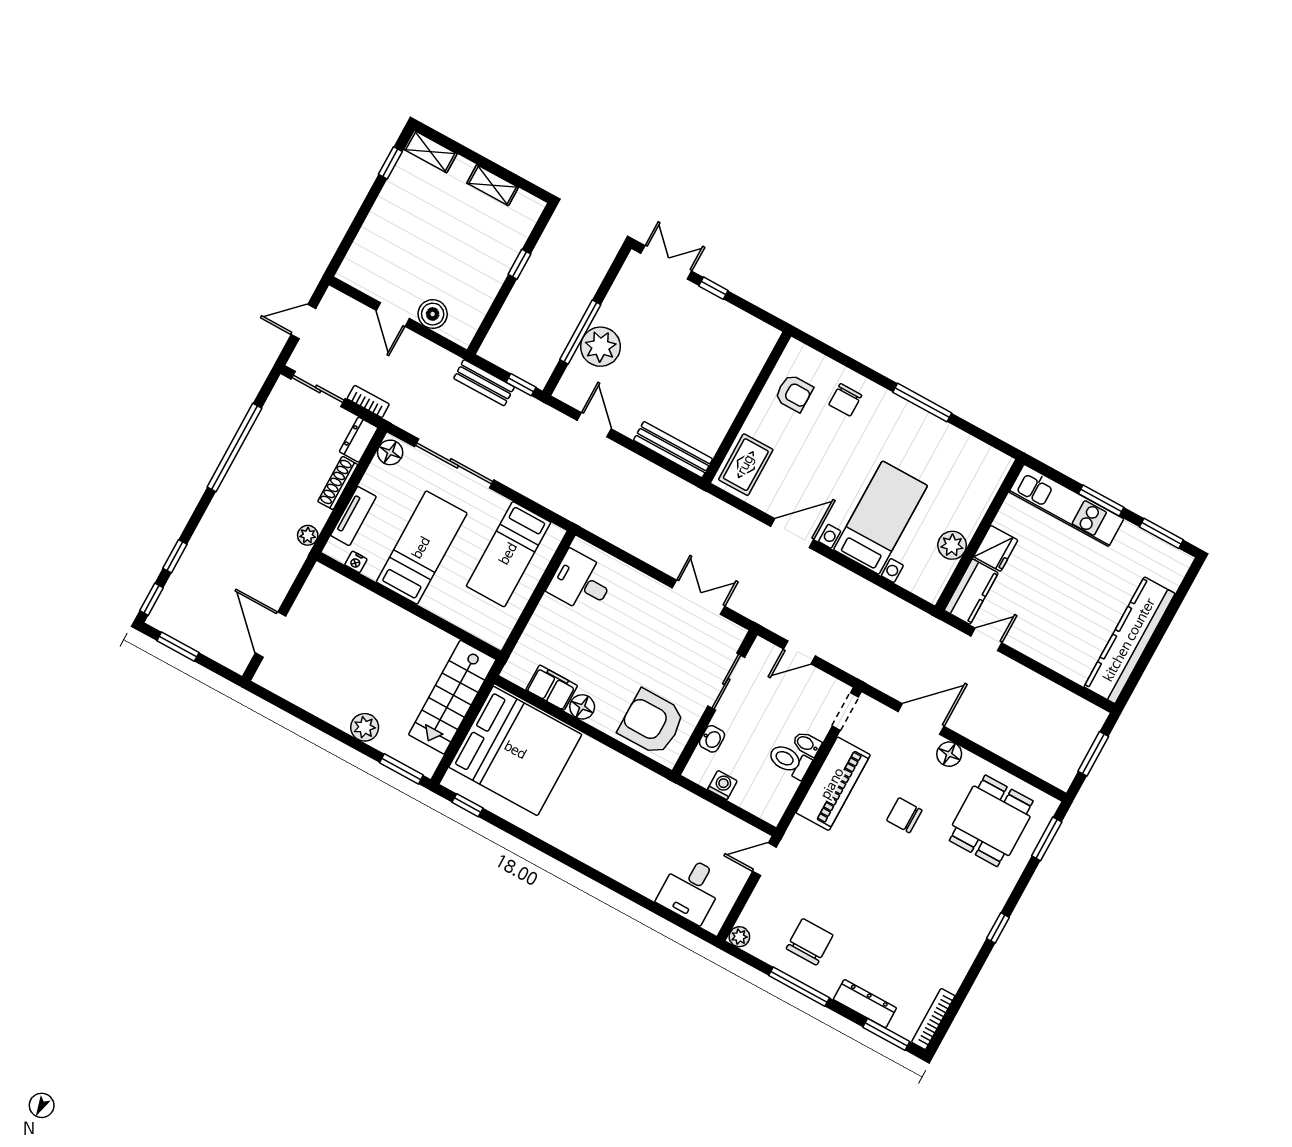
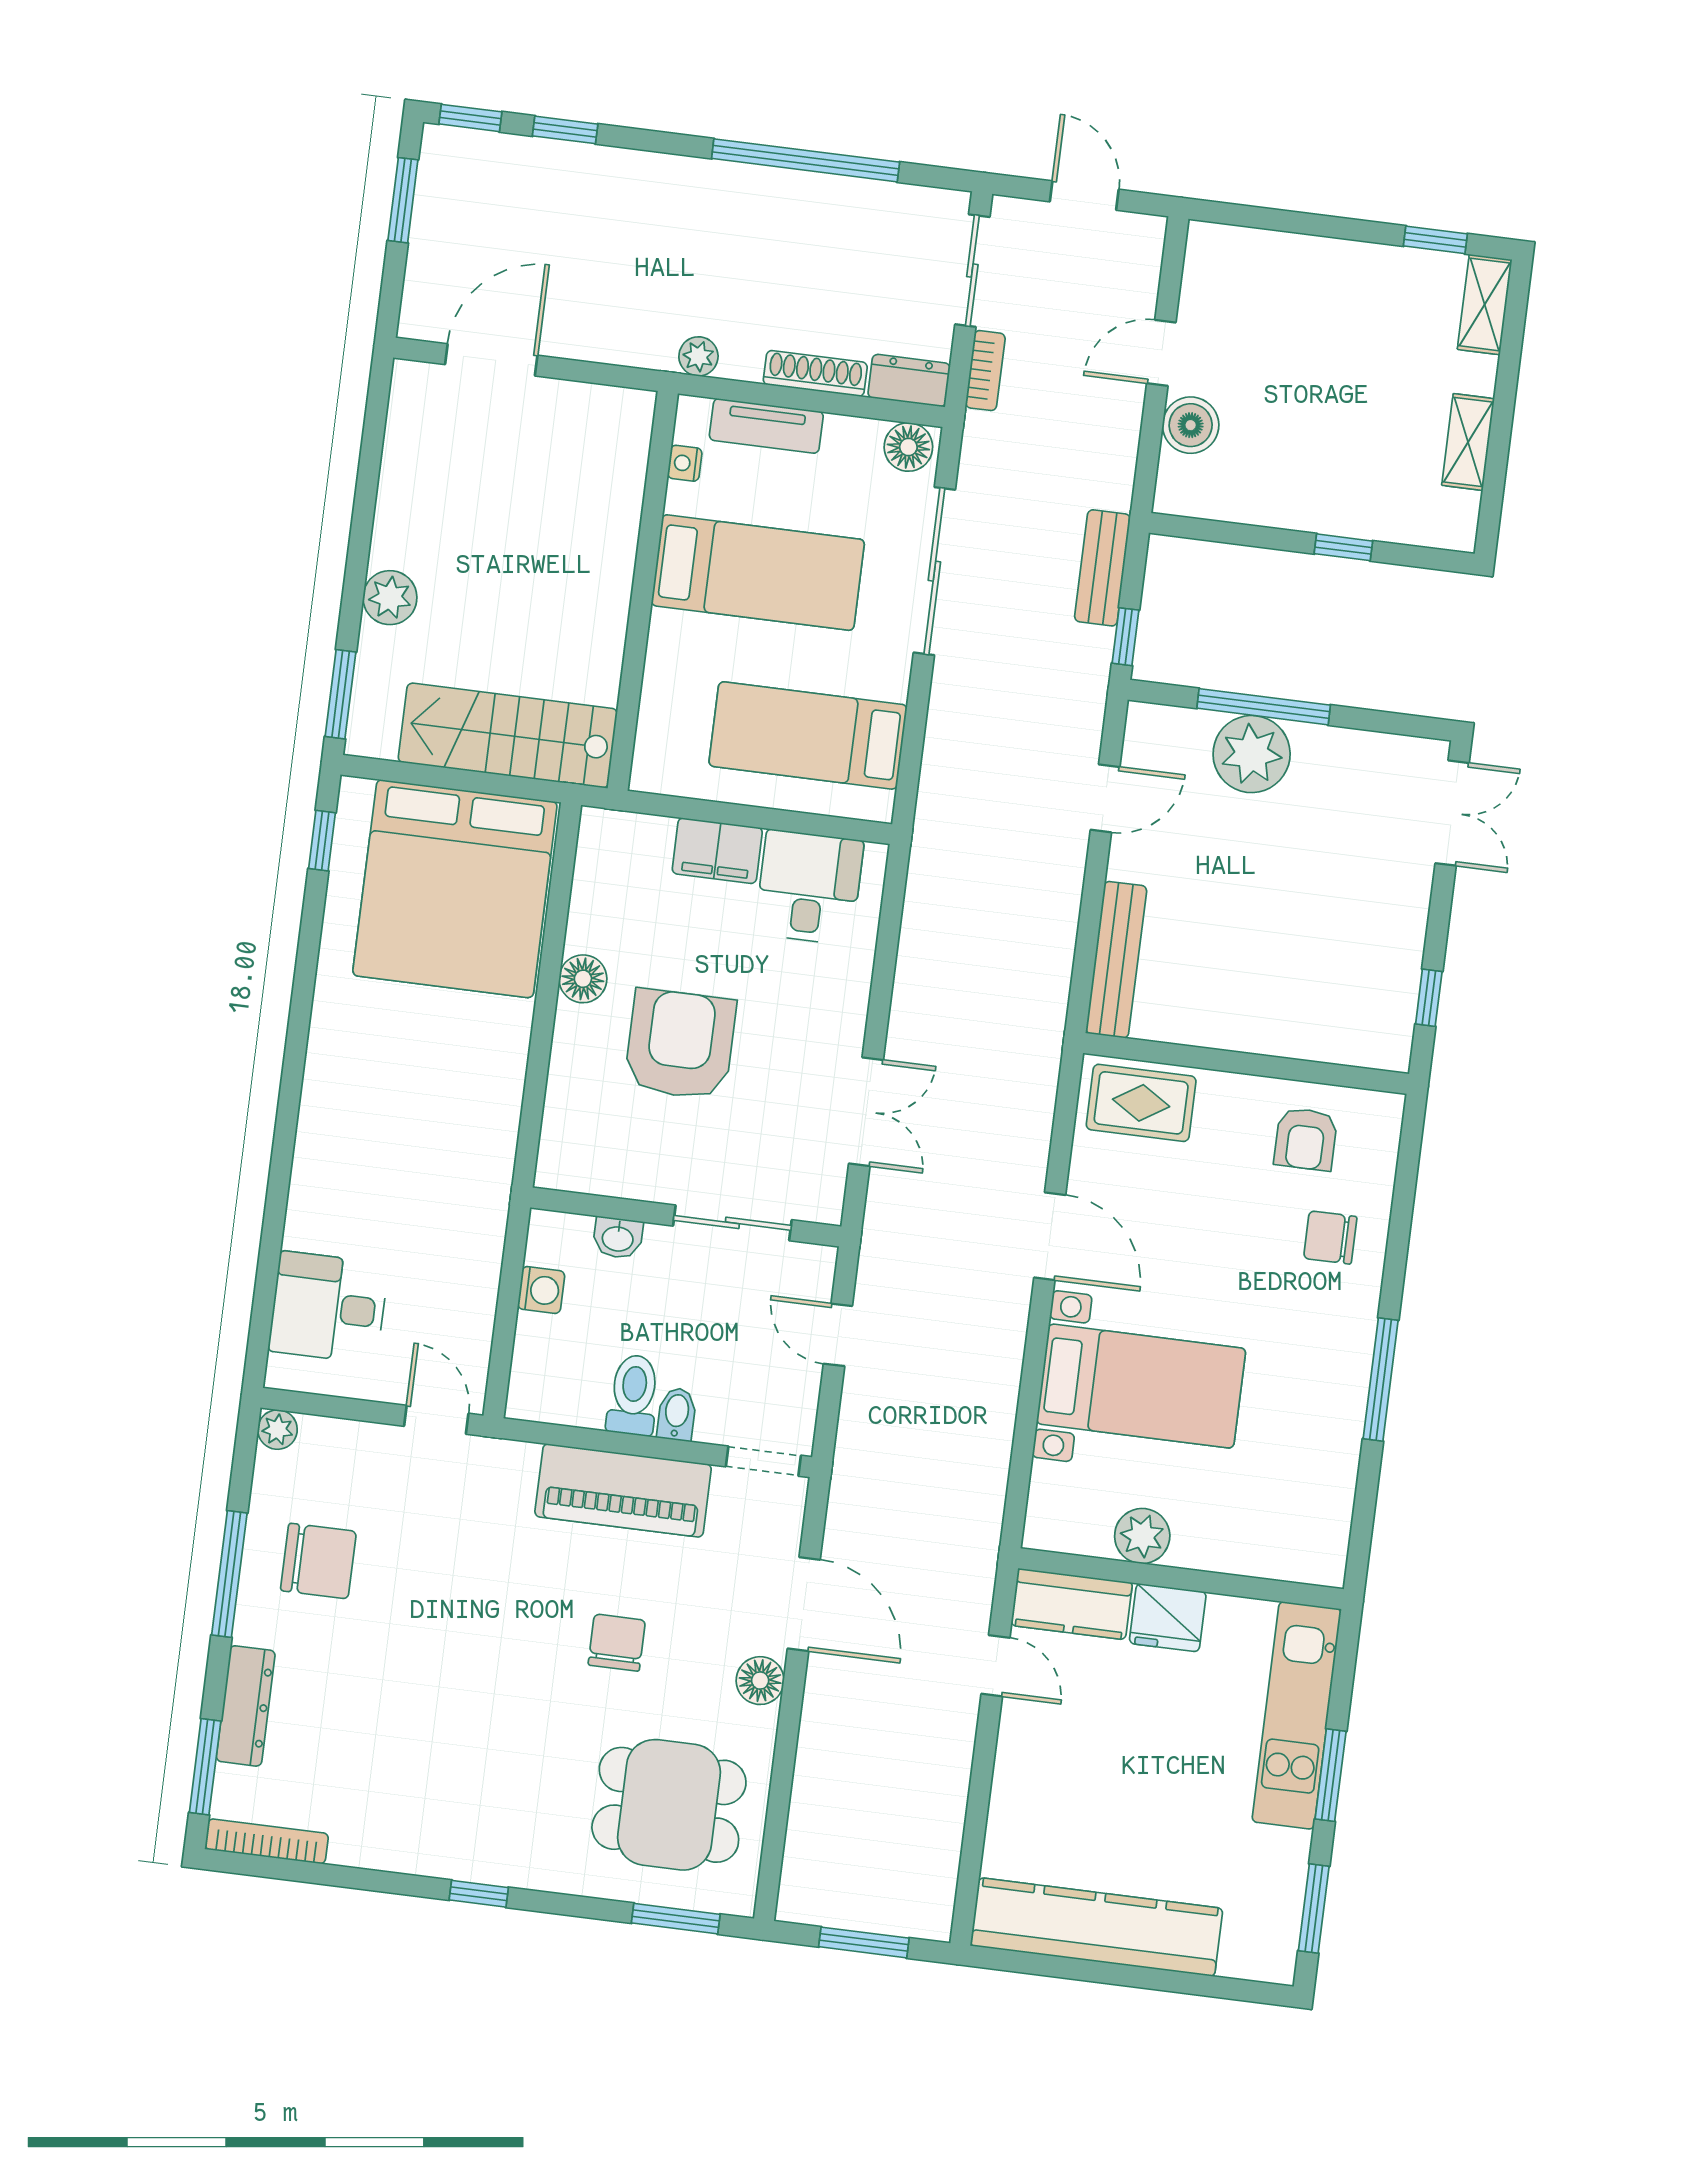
window: (713, 288) -> (1429, 998), moved
filing cabinet: (552, 688) -> (717, 851), moved, turned 90
armchair: (652, 723) -> (680, 1044), moved

